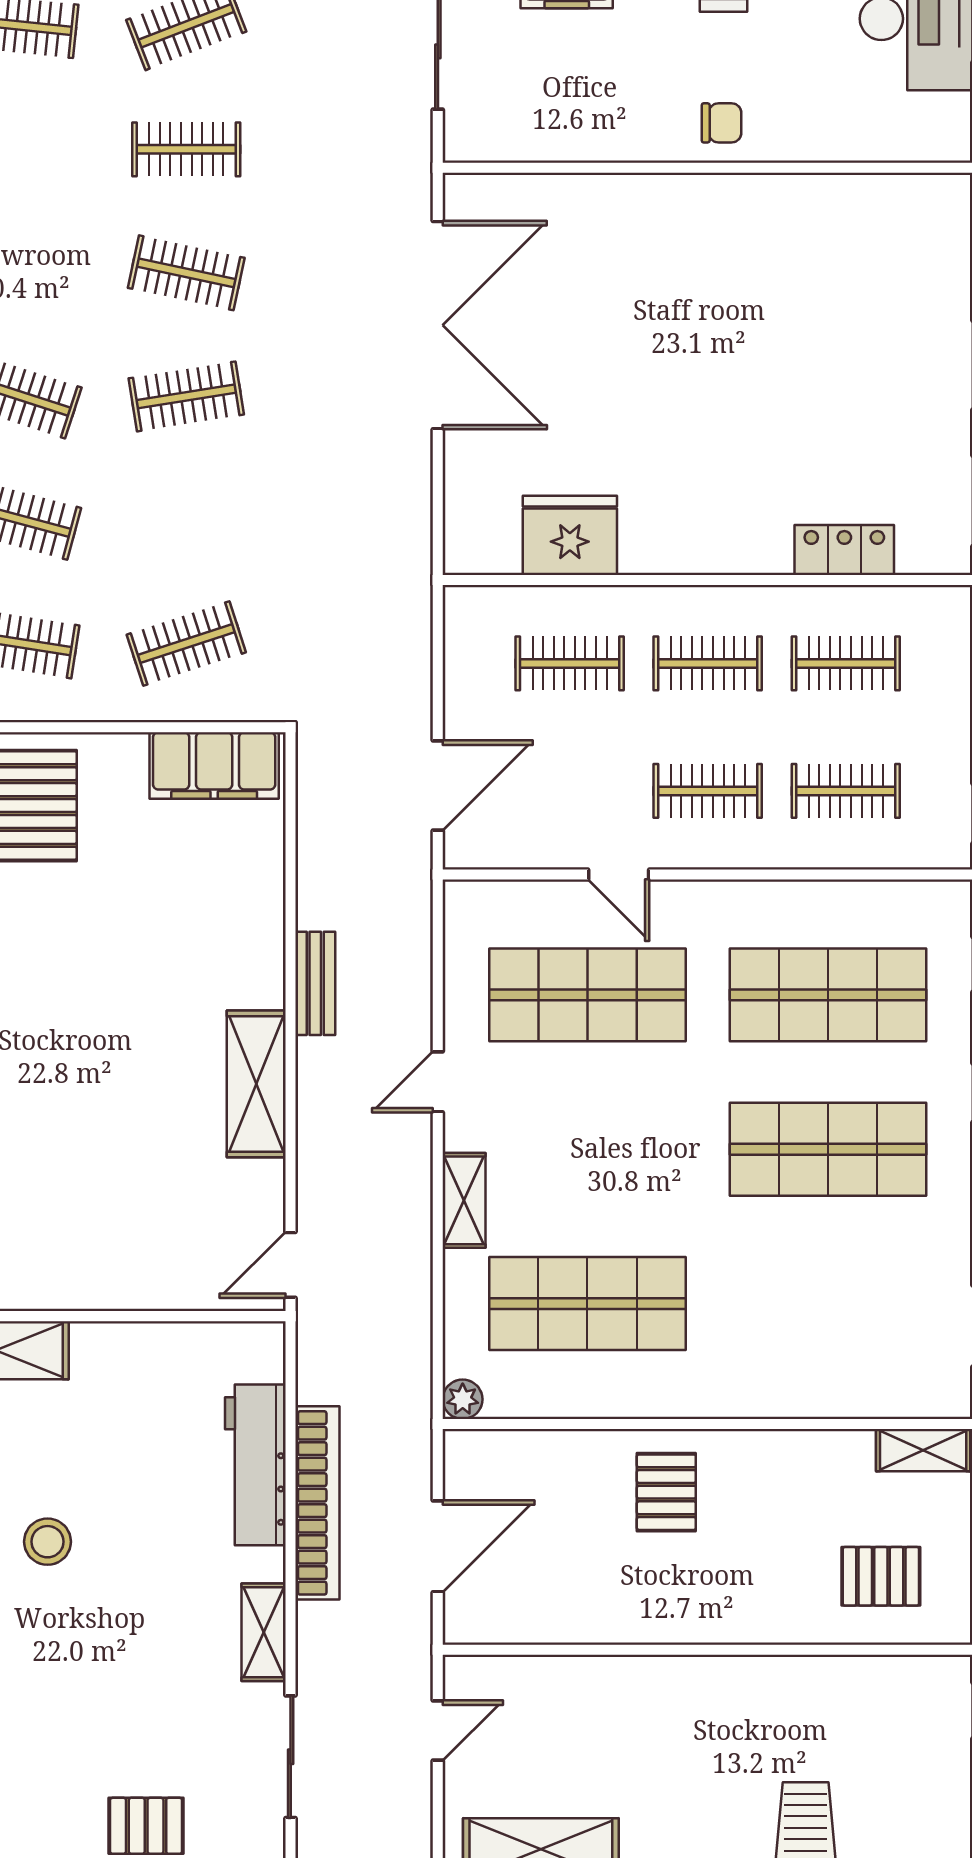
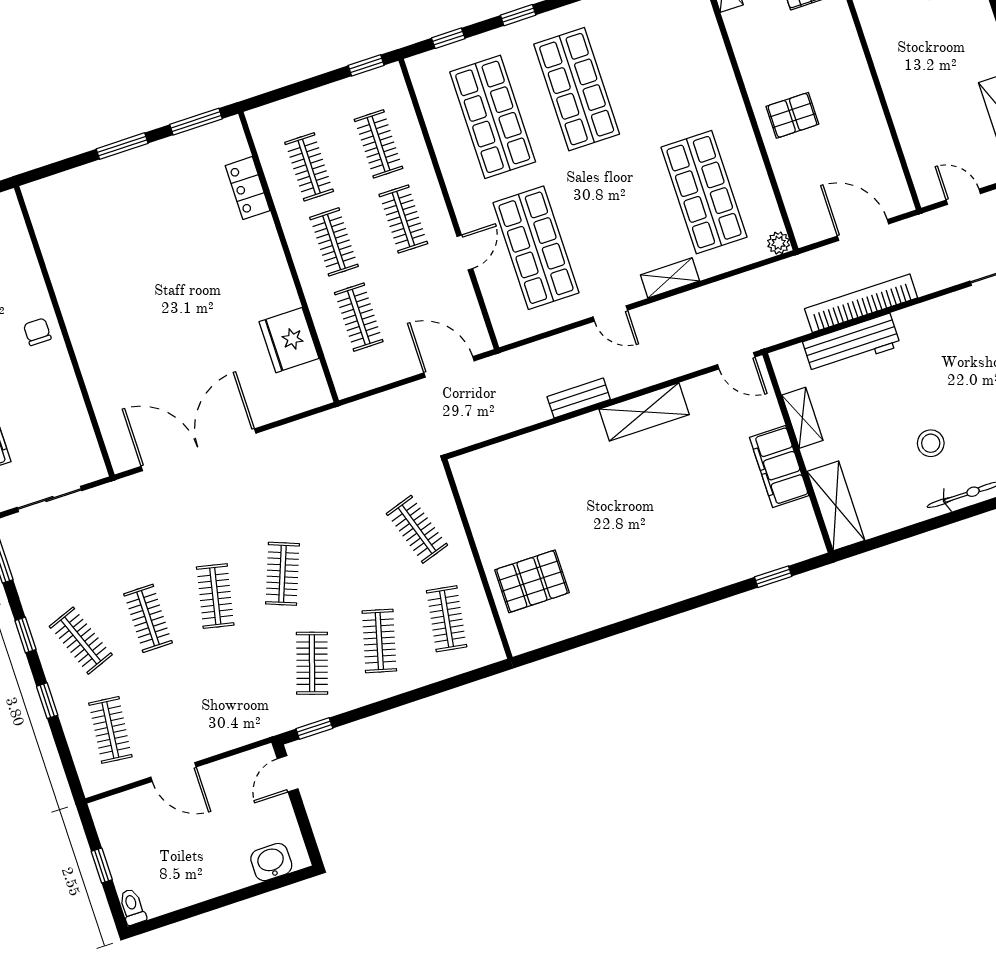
clothes rail: (186, 396) -> (282, 574), turned 30
filing cabinet: (214, 766) -> (779, 467), moved, turned 180
shelving: (264, 1632) -> (802, 418), moved, turned 90

